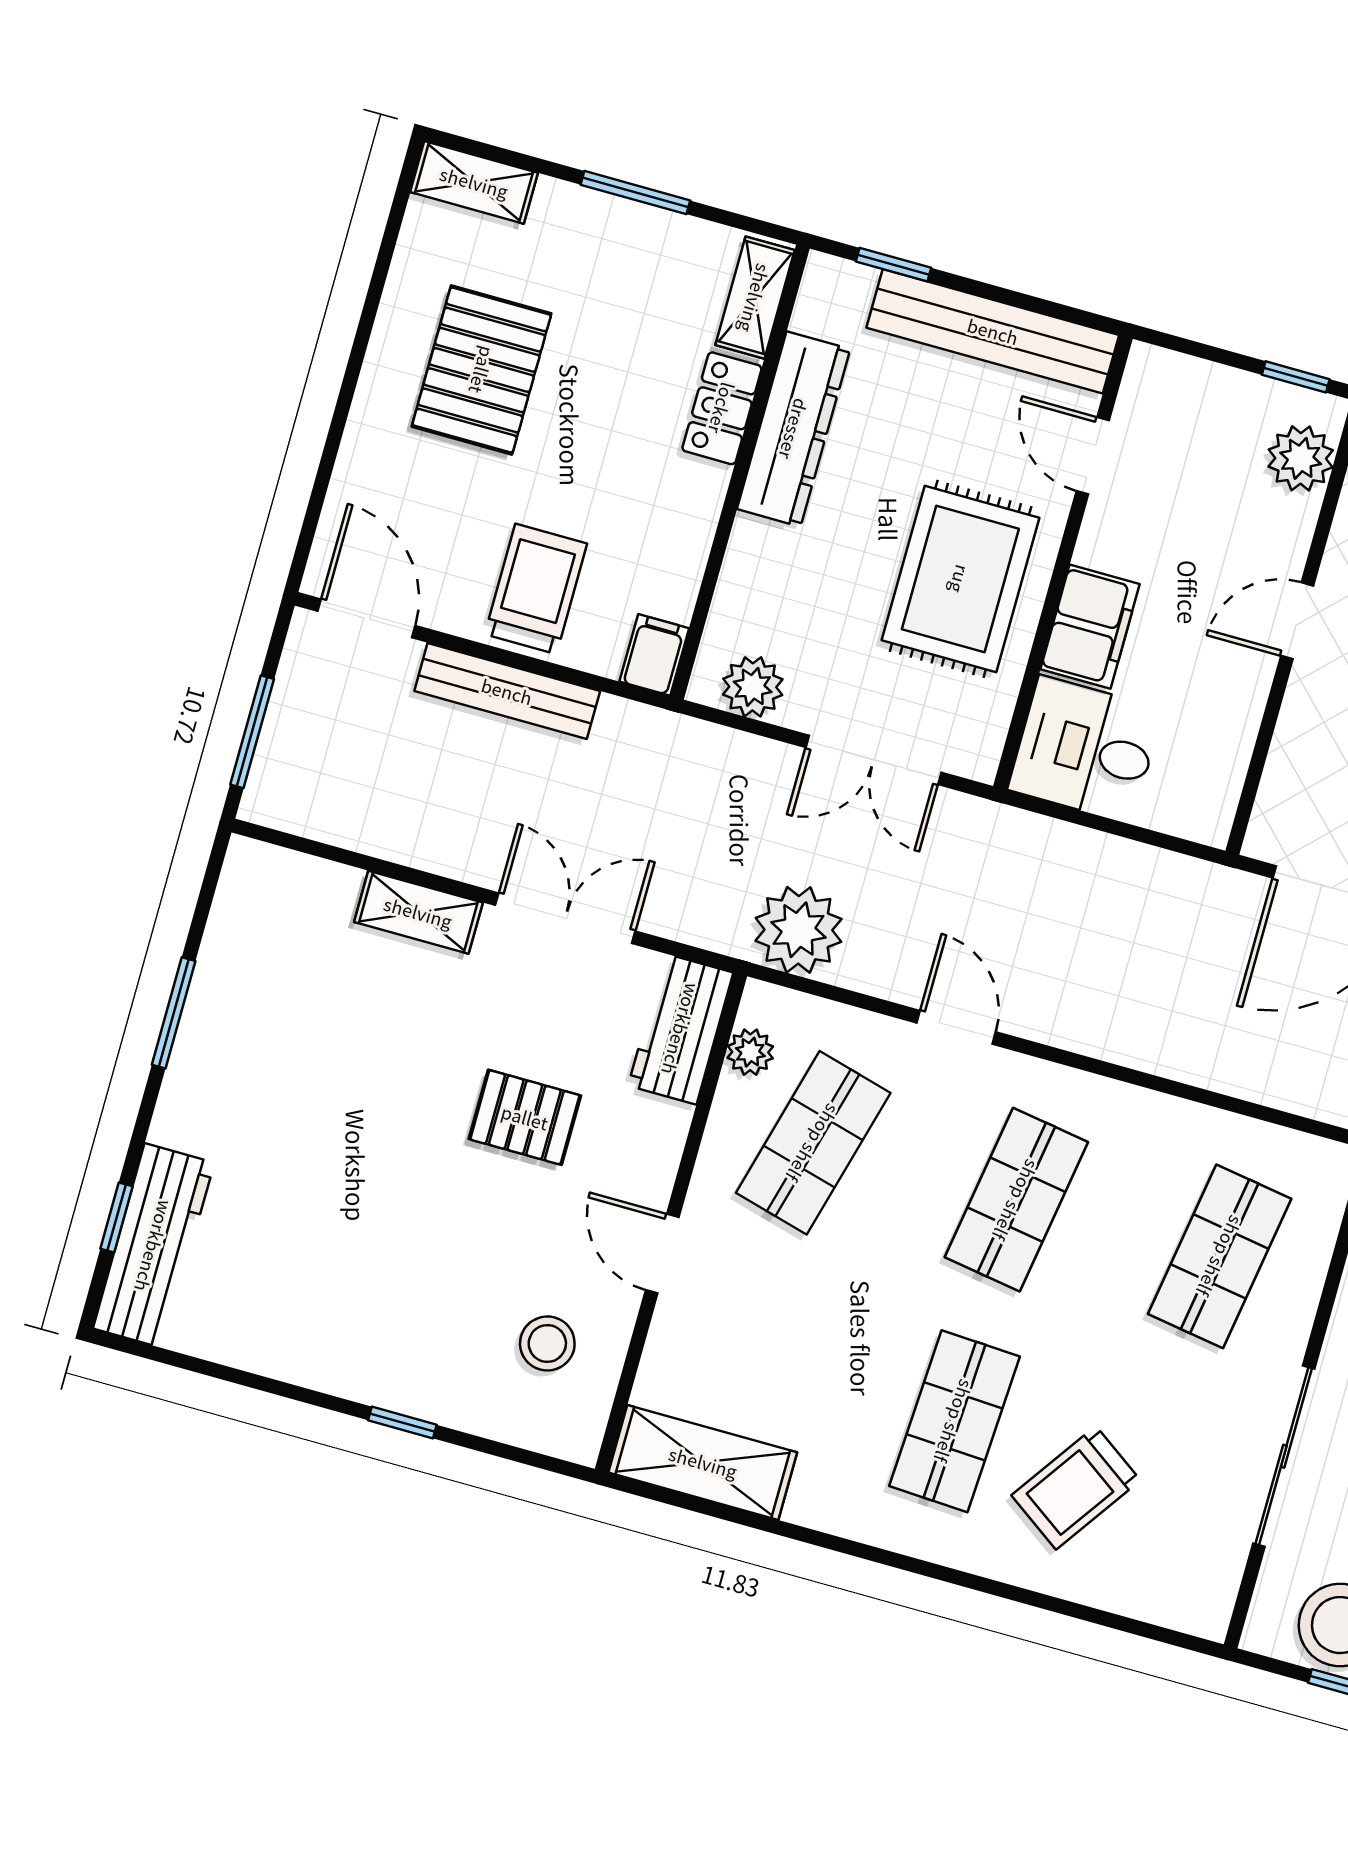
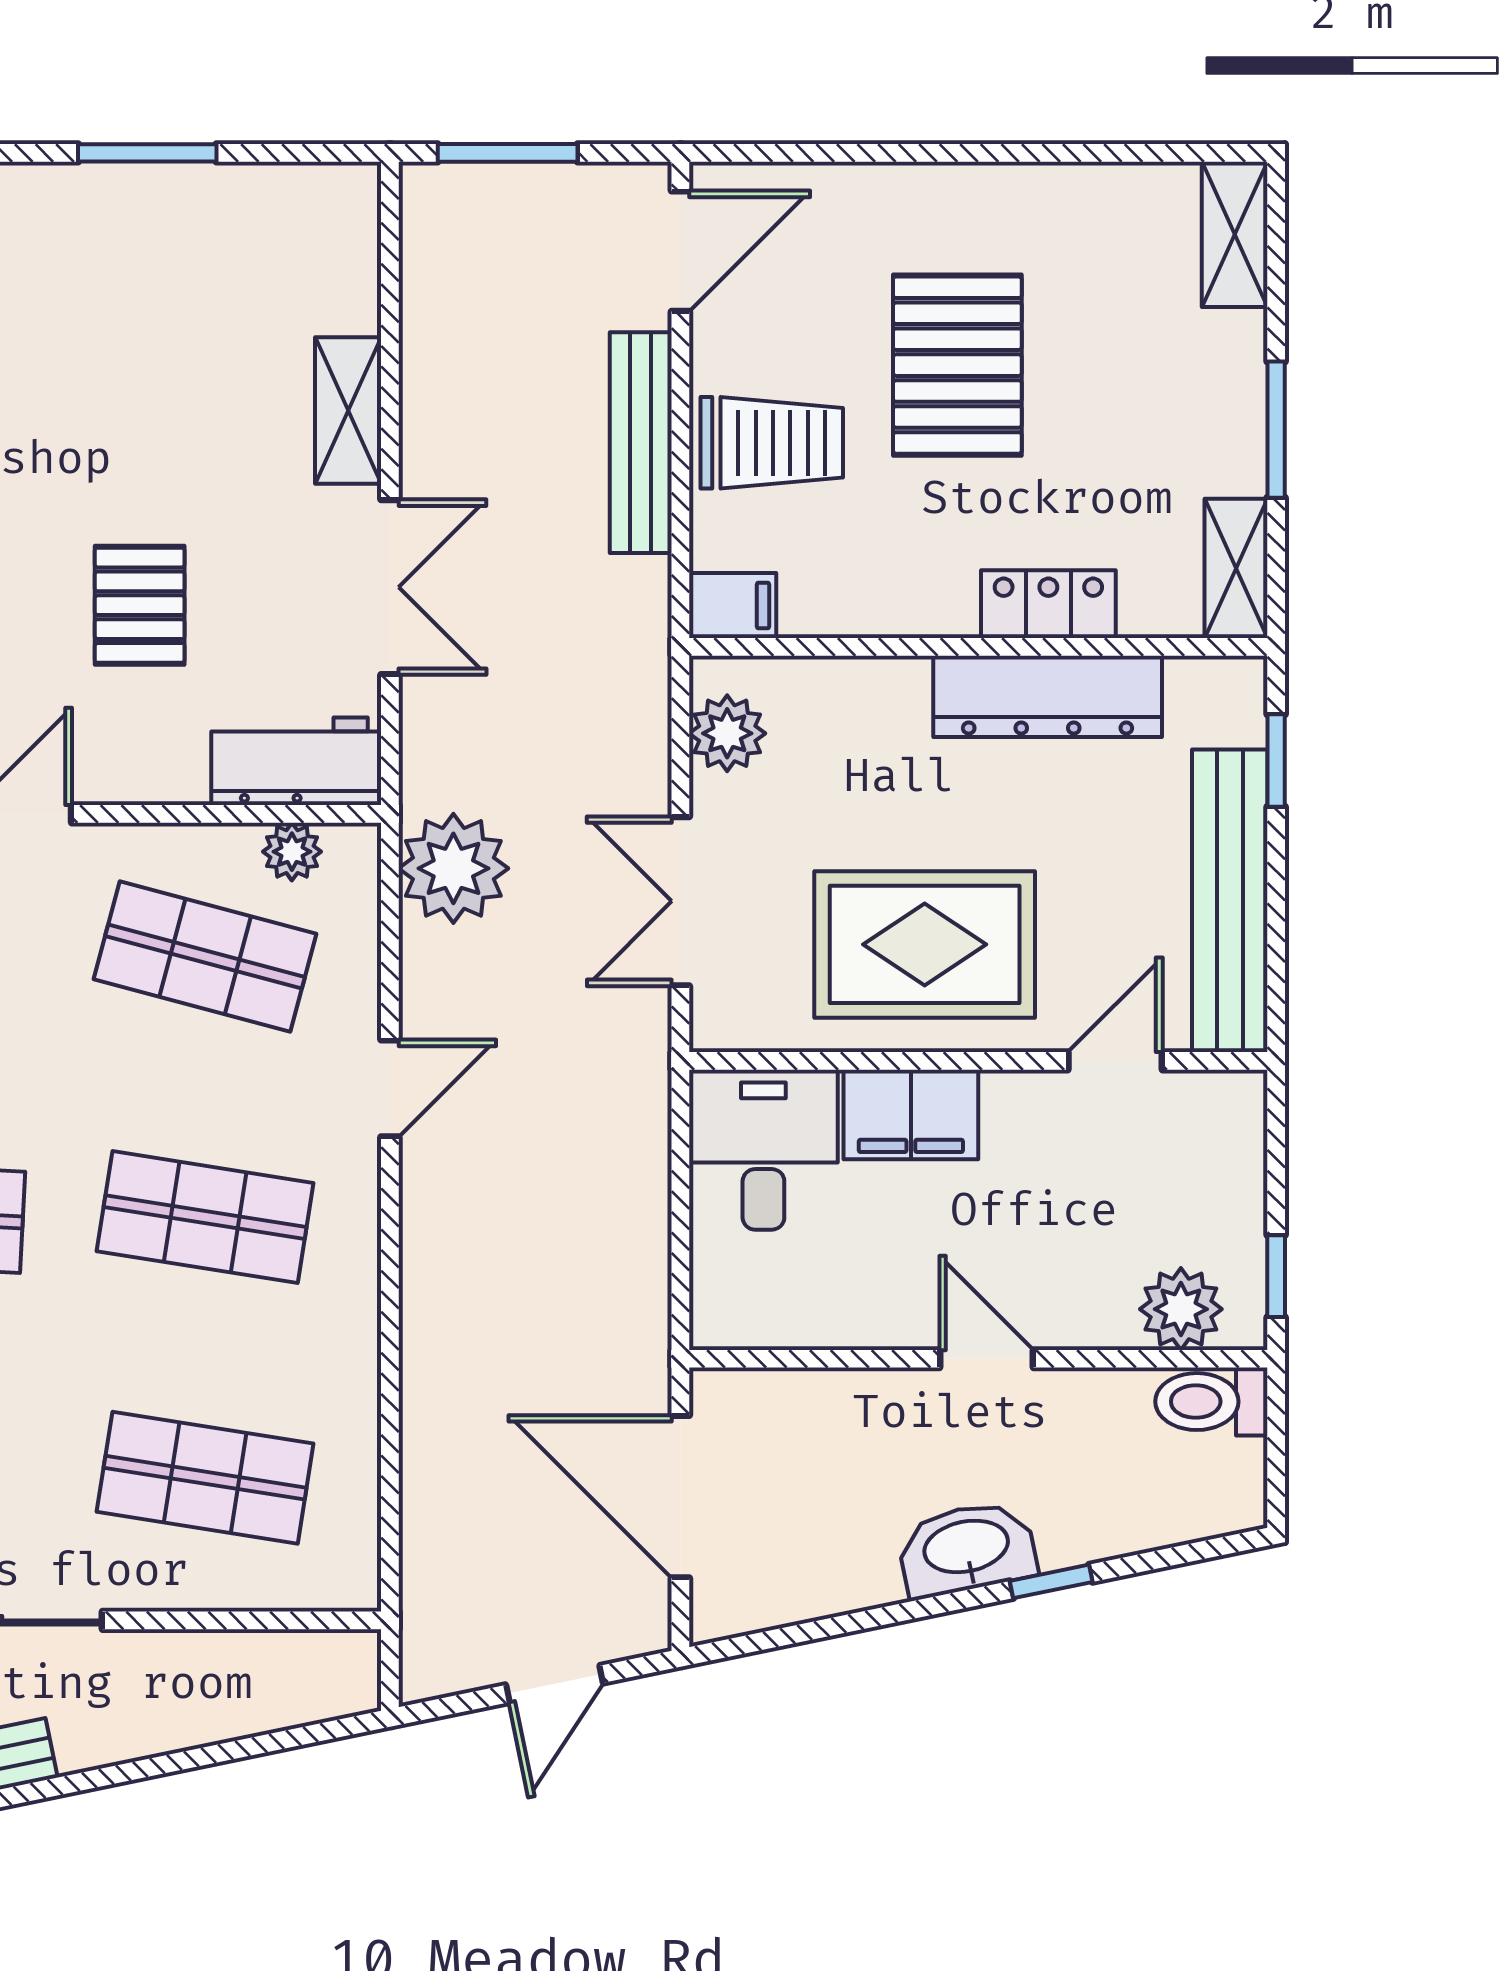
shelving: (755, 298) -> (1236, 568), moved, turned 90
pallet: (482, 370) -> (957, 365), moved, turned 90

